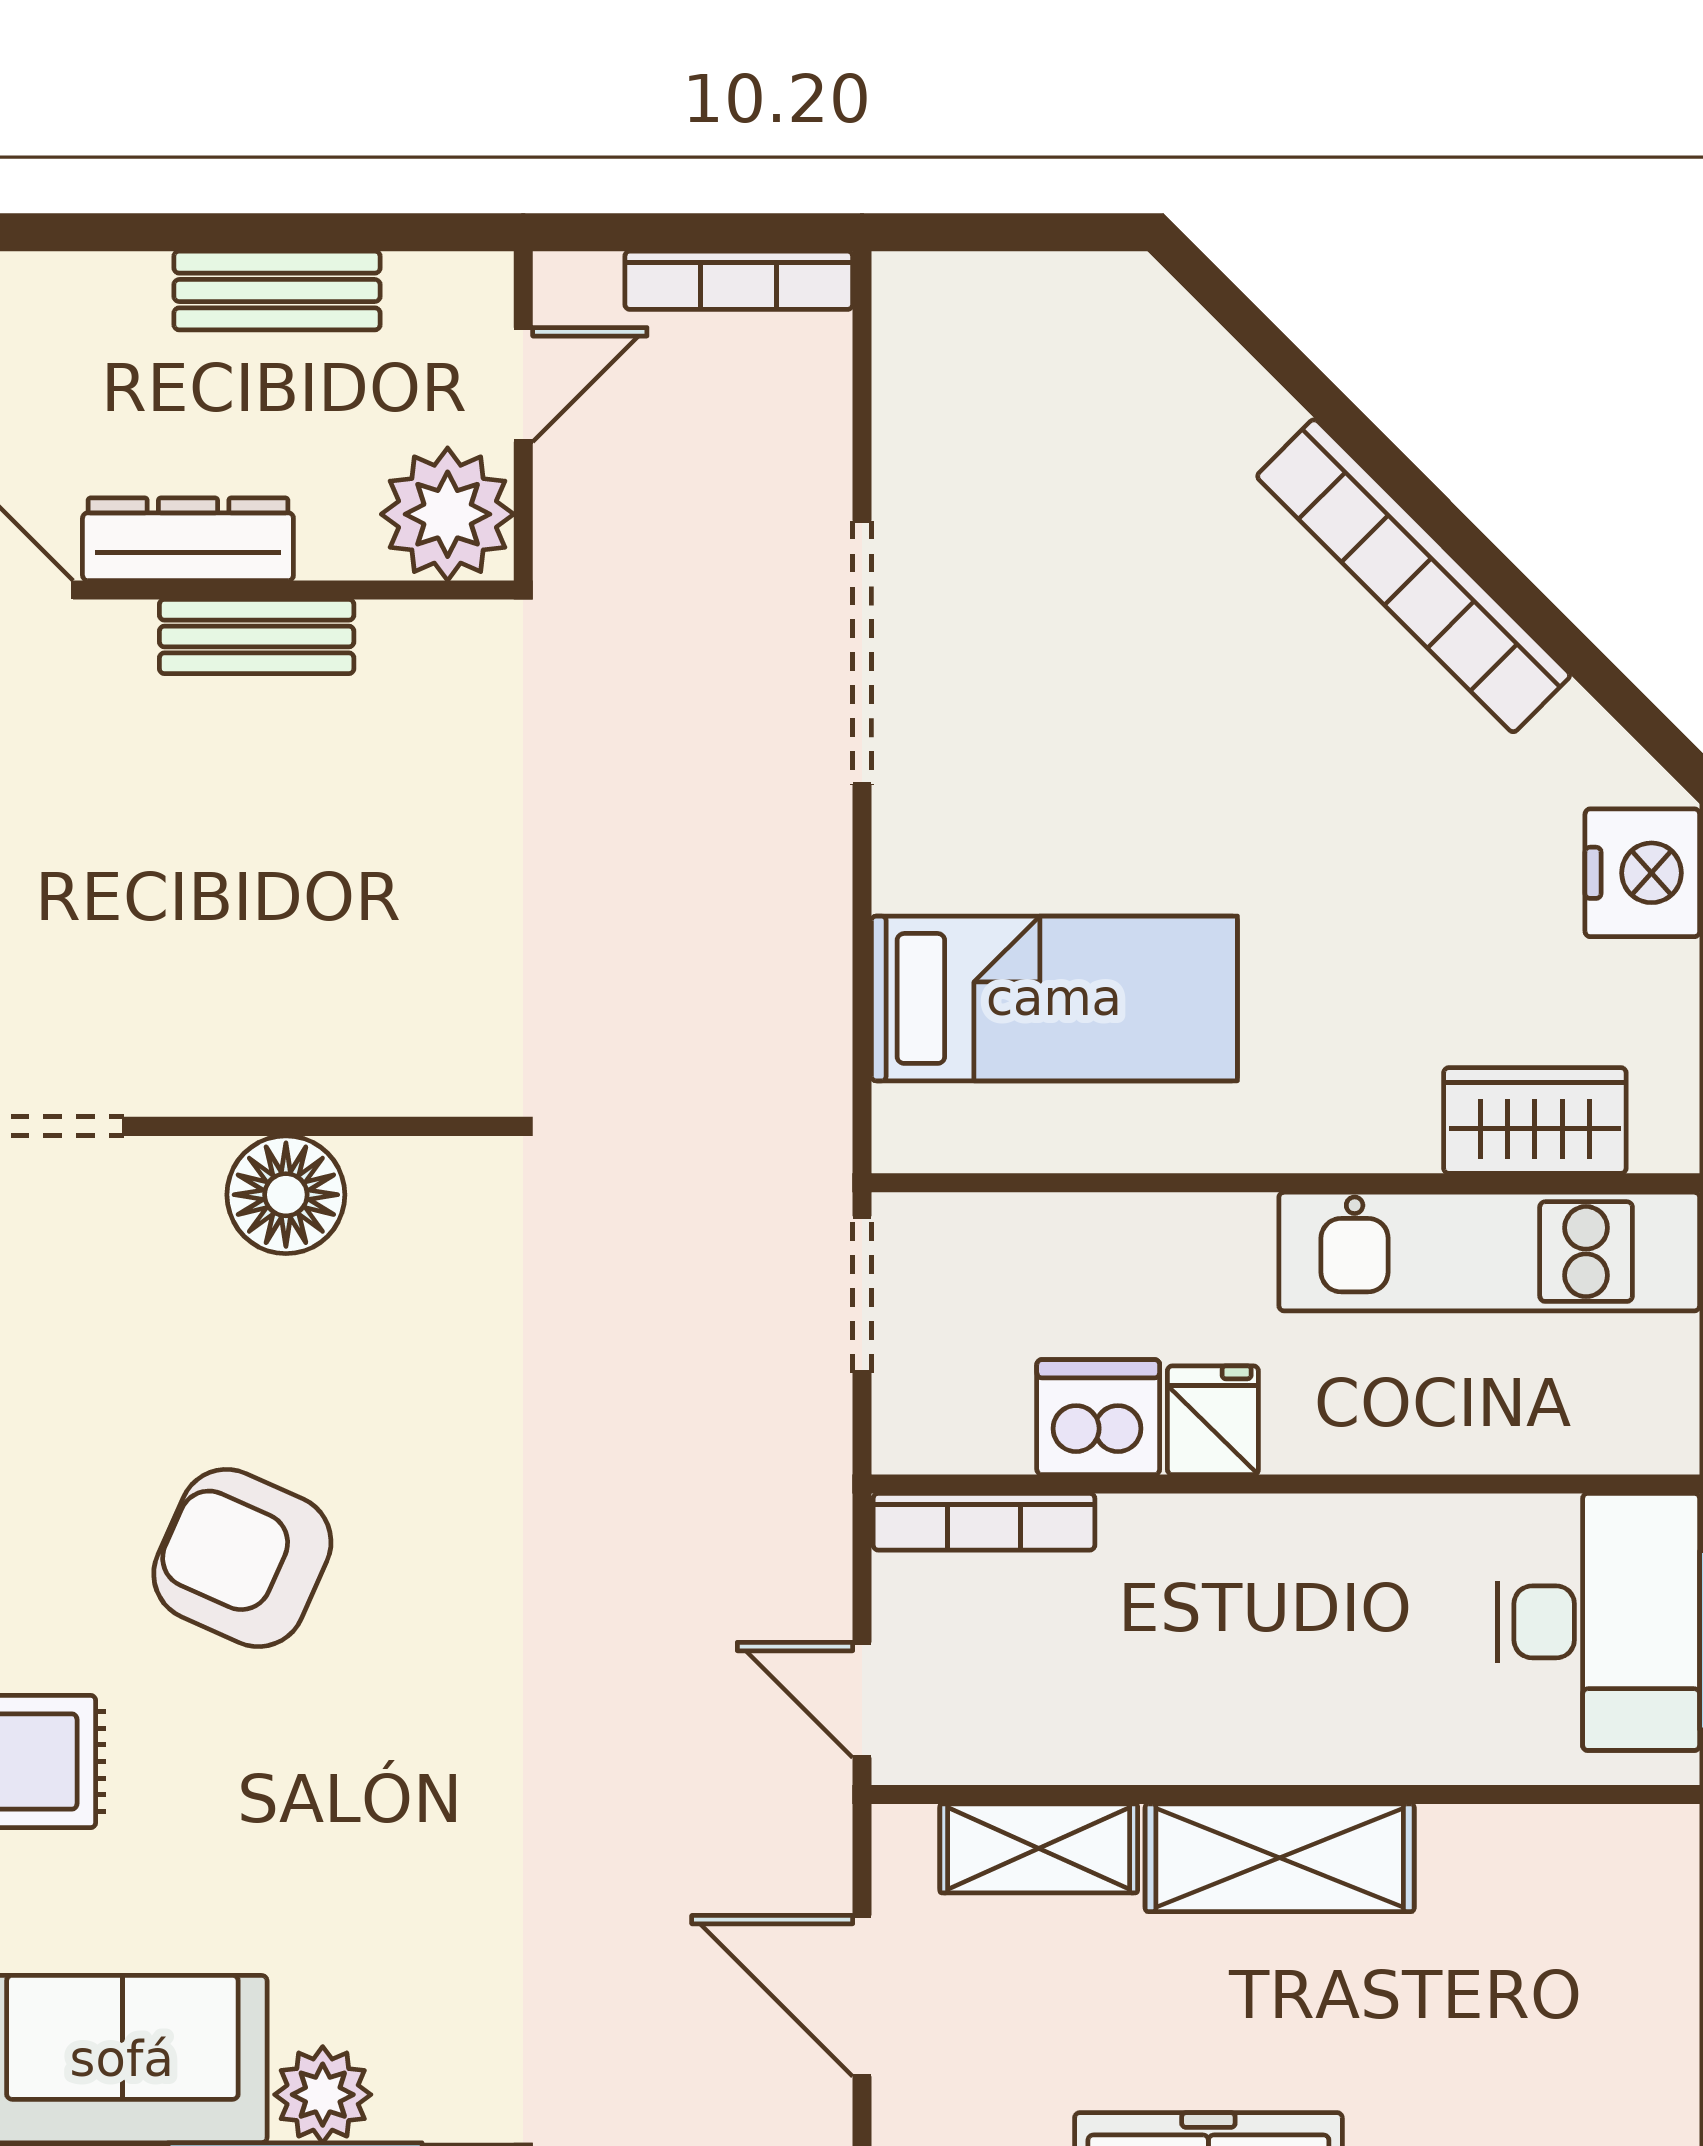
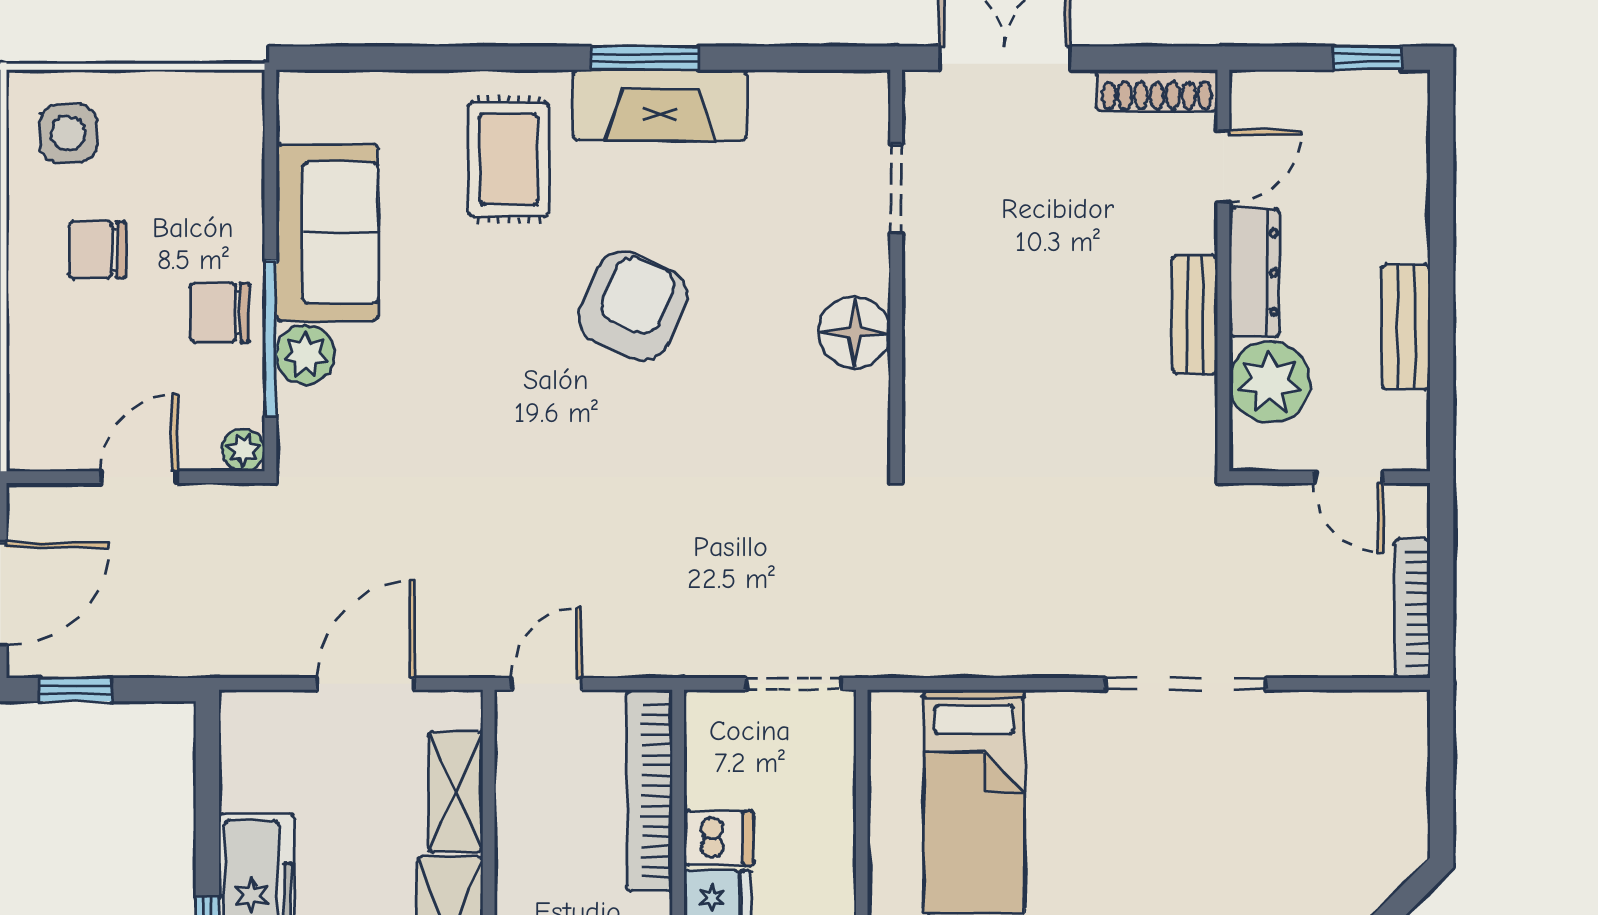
plant: (448, 514) -> (1270, 382), moved
dishwasher: (1098, 1417) -> (719, 838), width x0.73
bookcase: (984, 1522) -> (650, 791), width x1.48, depth x1.31

